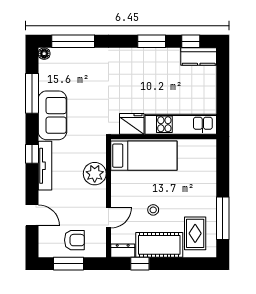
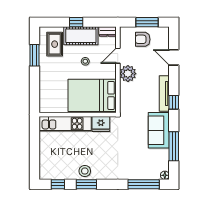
kitchen counter: (199, 56) -> (52, 173), removed
stool: (154, 59) -> (85, 171), added
bed: (144, 156) -> (92, 95), width x1.50
plant: (95, 174) -> (128, 74), moved
window: (223, 218) -> (35, 55), width x0.69
window: (140, 264) -> (76, 22), moved

